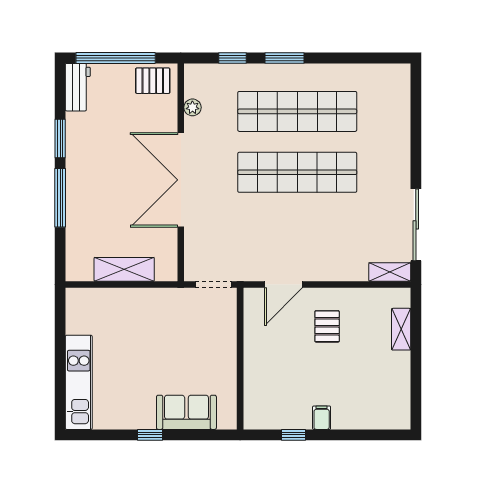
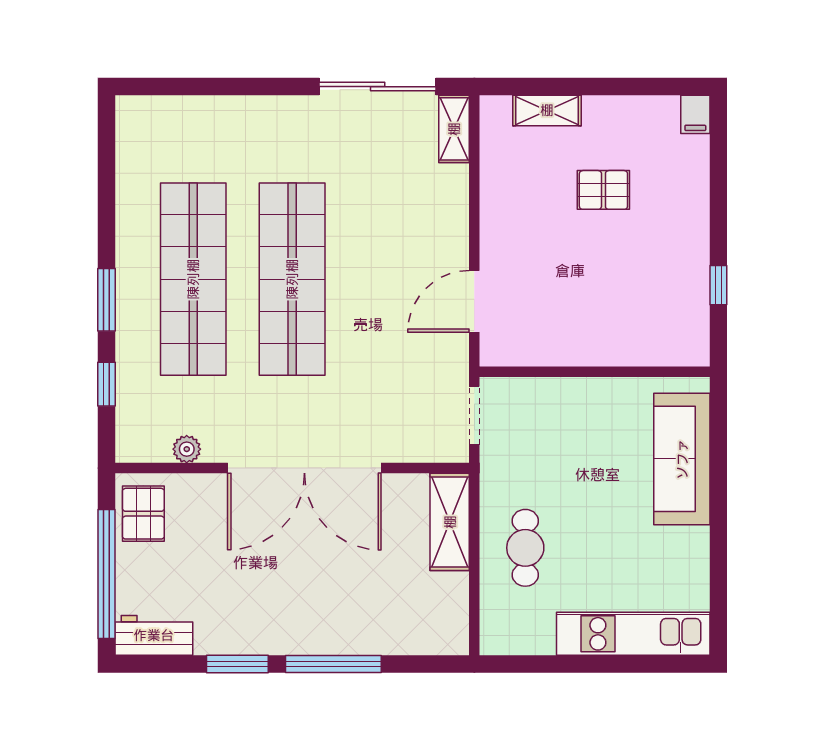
shelving: (124, 269) -> (450, 522), moved
door: (284, 285) -> (474, 301), swing flipped
cafe table: (132, 316) -> (525, 548), added
pallet: (327, 326) -> (603, 190), moved
sofa: (186, 412) -> (682, 459), width x1.36
filing cabinet: (322, 418) -> (695, 114), moved, turned -90
window: (150, 435) -> (718, 518), removed

